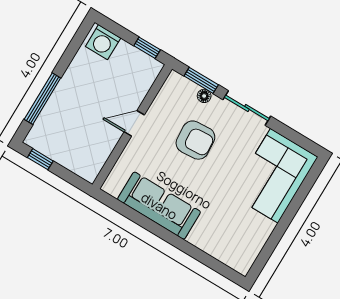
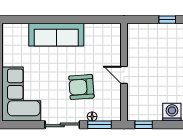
door: (134, 123) -> (124, 75), swing flipped
sofa: (159, 206) -> (56, 35), moved

